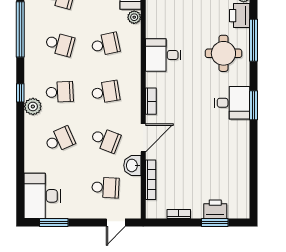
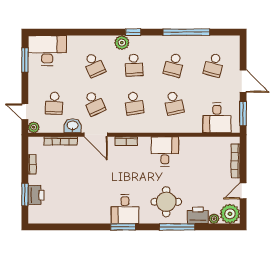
plant: (134, 17) -> (34, 127), moved
school desk: (105, 140) -> (94, 103), turned -45

